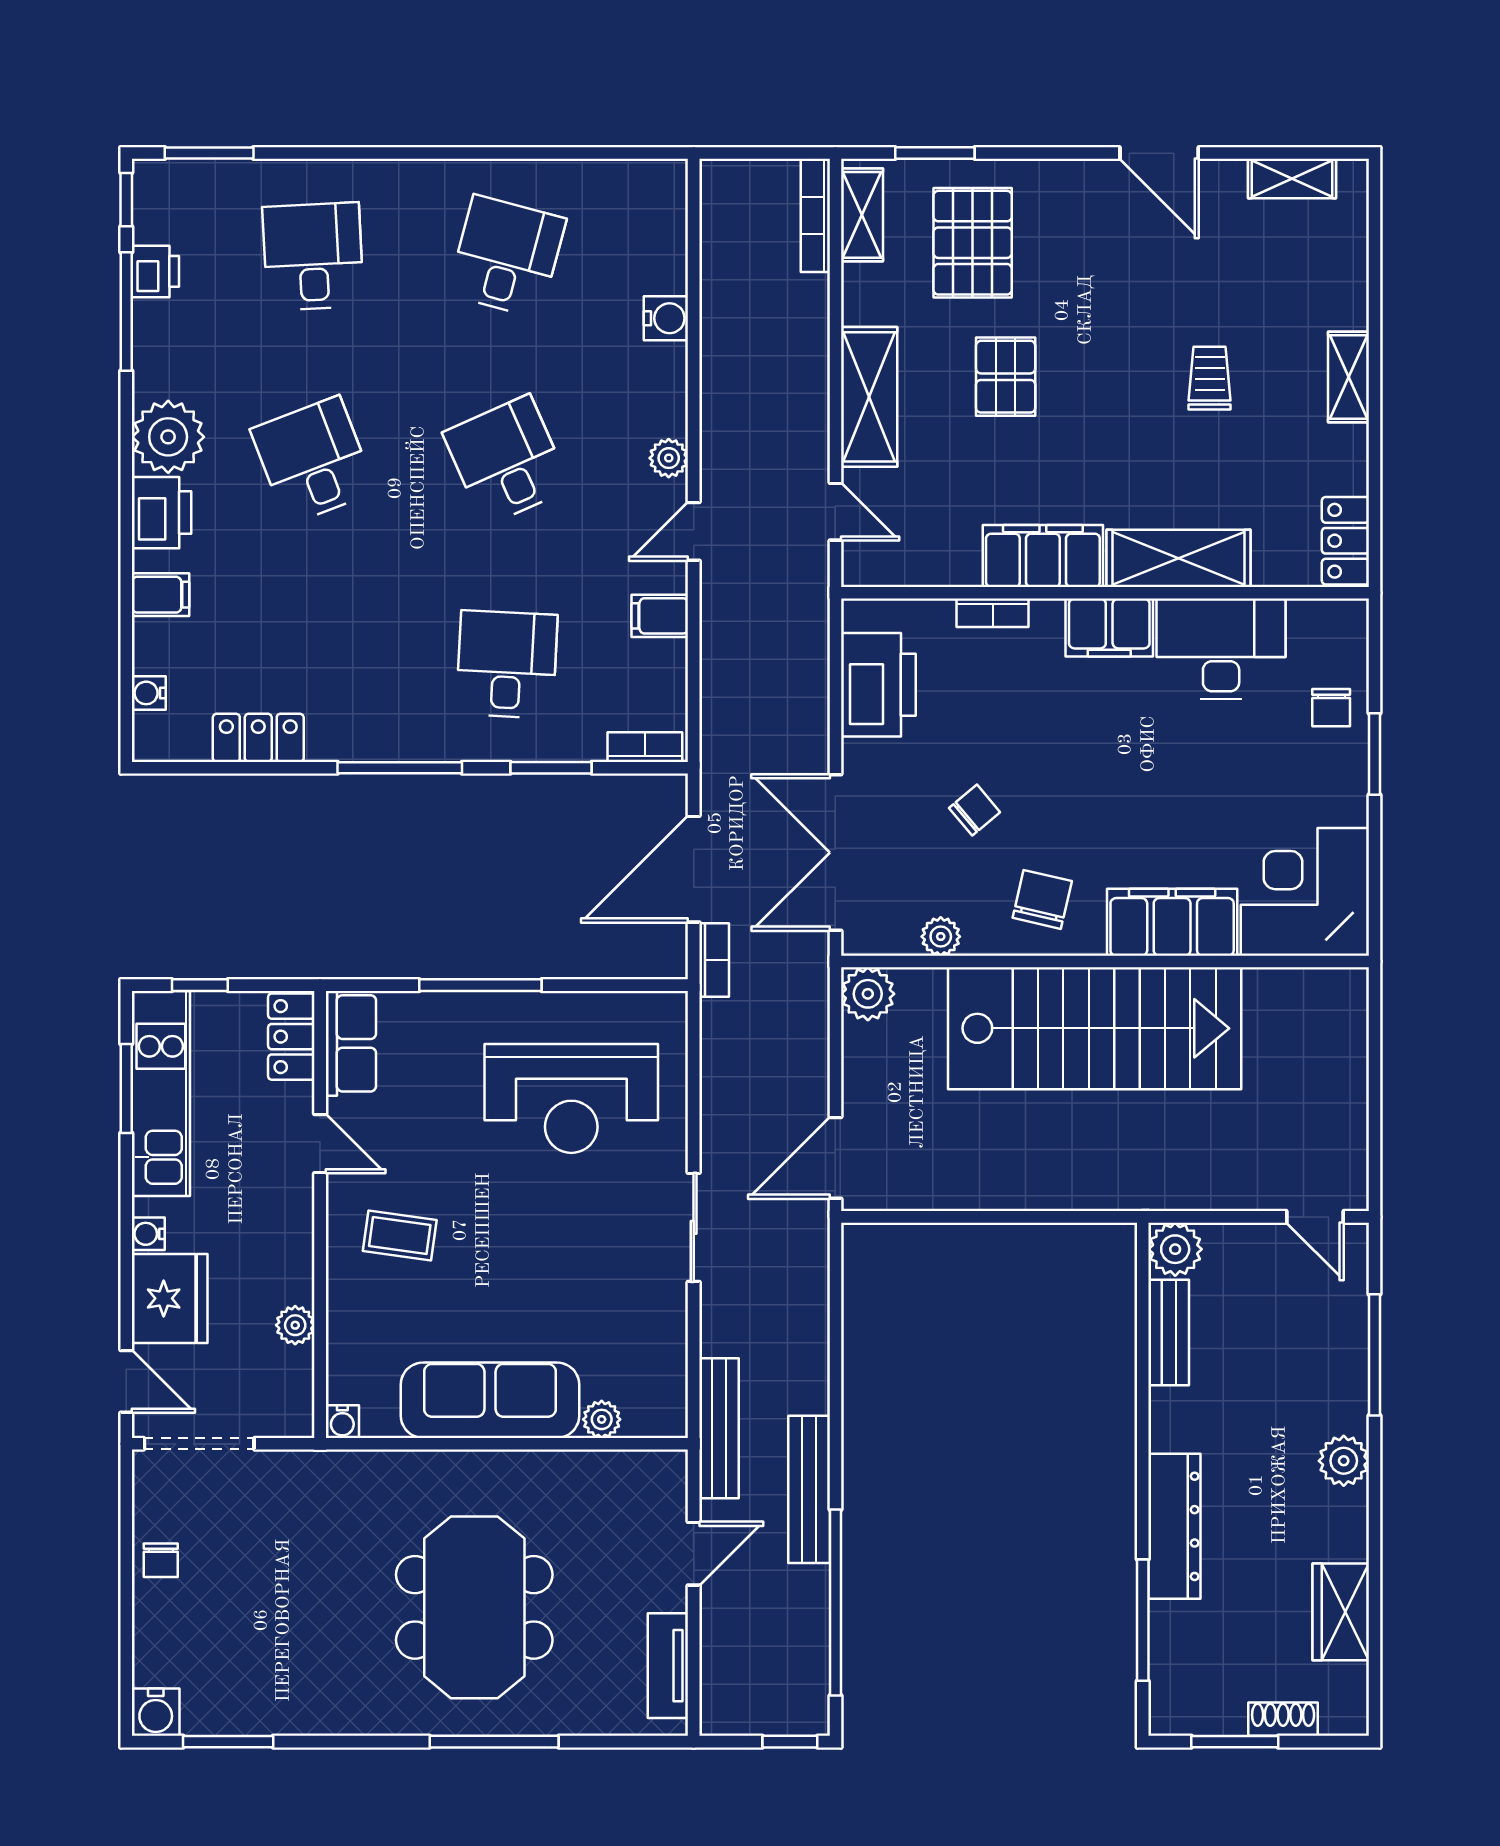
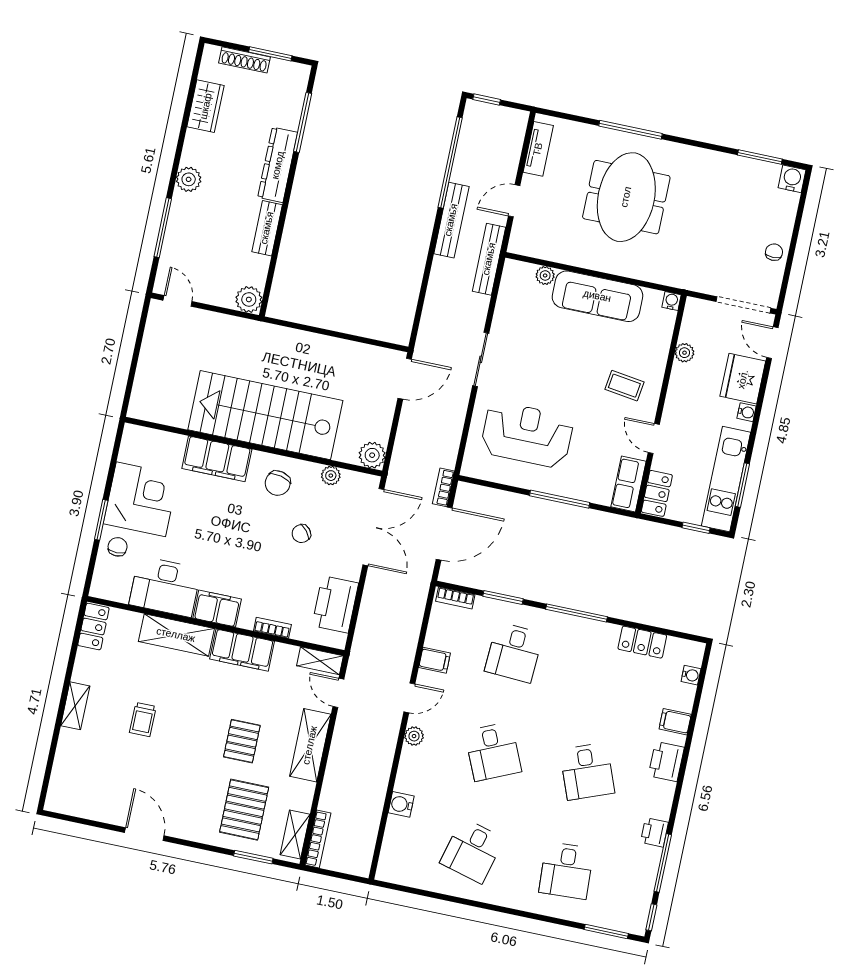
shelving: (1292, 178) -> (320, 661), moved
printer: (155, 271) -> (654, 832), moved
plant: (168, 437) -> (655, 798), removed
corner desk: (1305, 892) -> (141, 499), moved, turned -90
bench: (1169, 1333) -> (267, 228), moved
shoe rack: (1283, 1719) -> (245, 60), width x1.43

